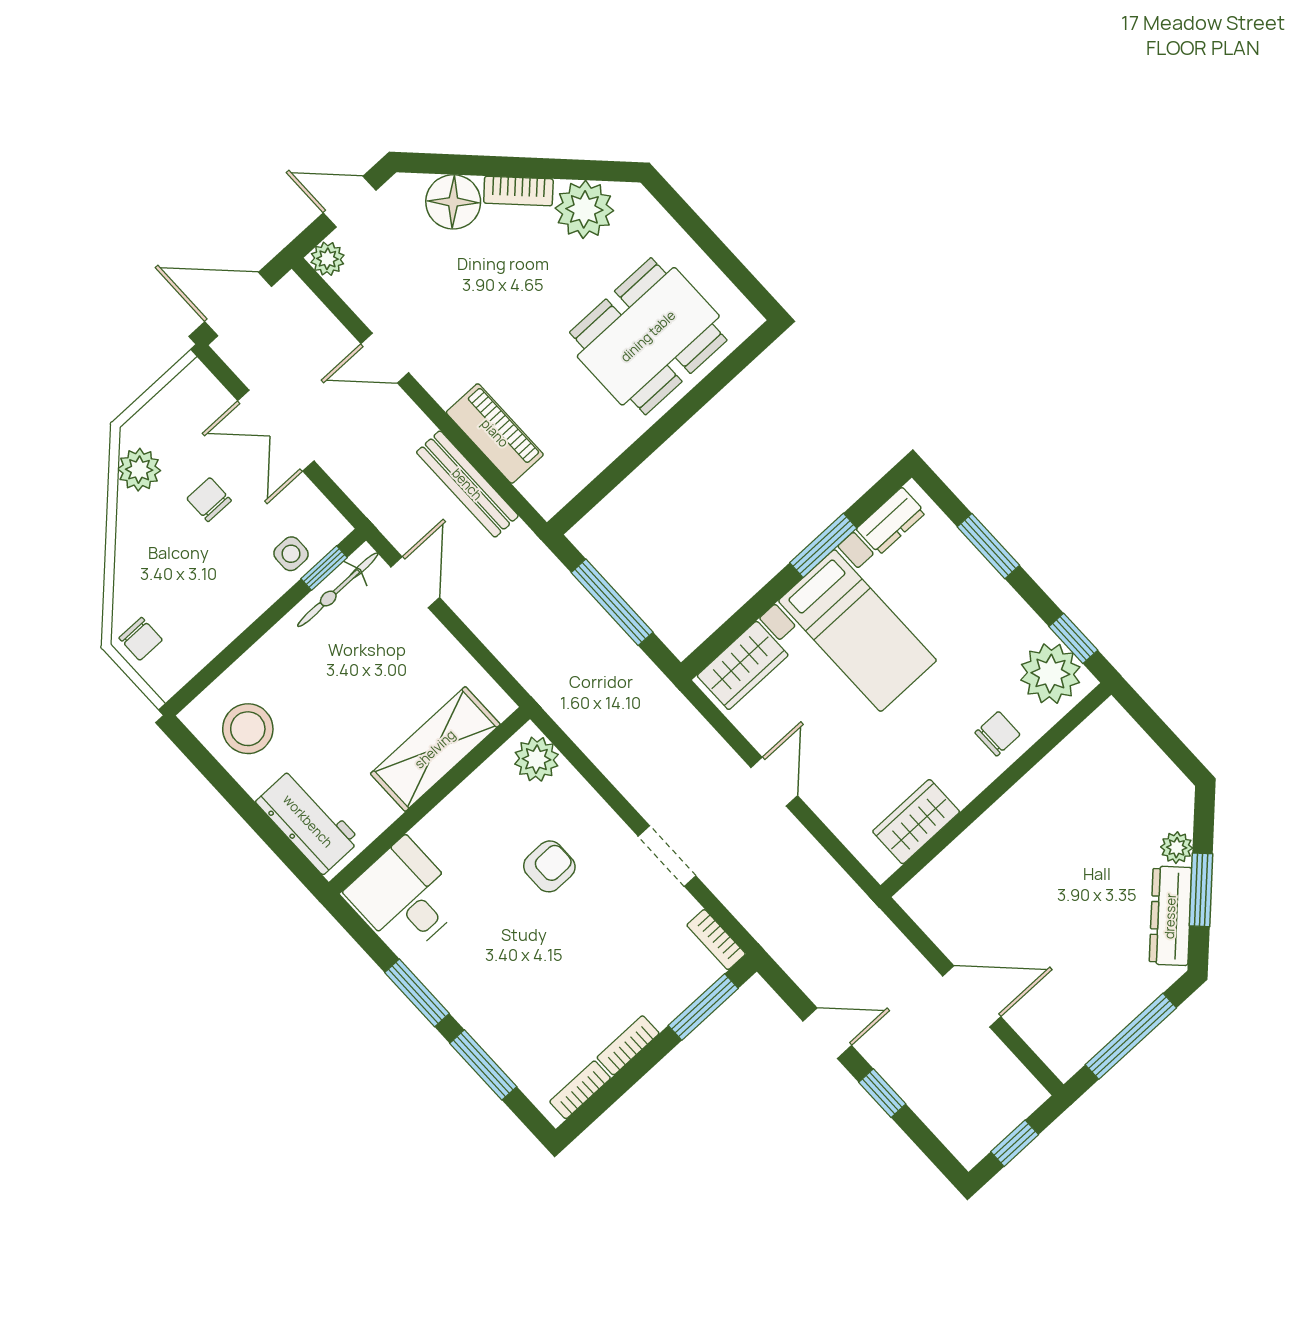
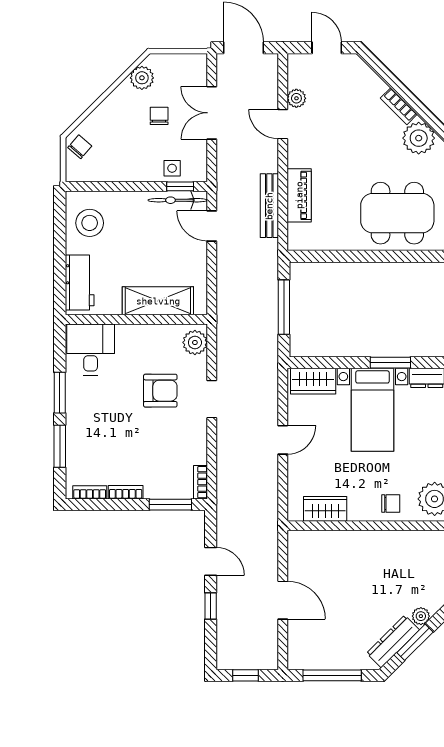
floor lamp: (453, 202) -> (368, 86), removed
plant: (327, 259) -> (296, 98), moved
door: (415, 582) -> (212, 226), swing flipped
chair: (141, 639) -> (80, 147), turned -139
doorway: (667, 856) -> (212, 399), moved
armchair: (549, 866) -> (160, 391), width x1.38, depth x1.38

